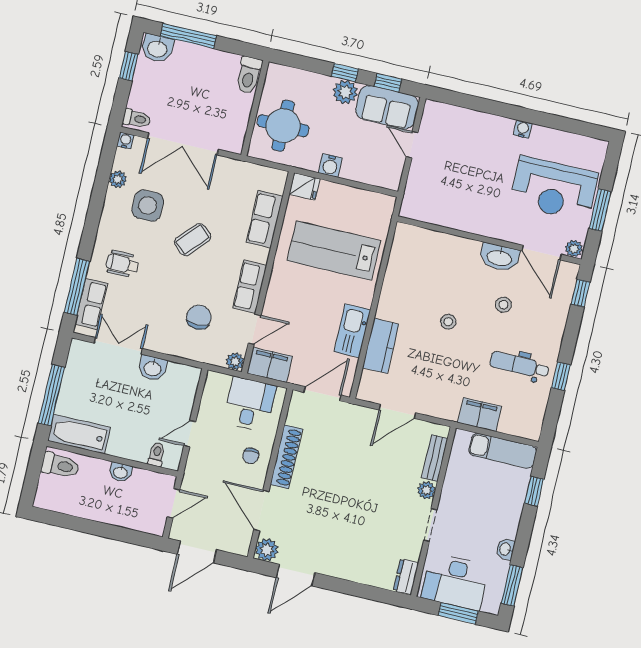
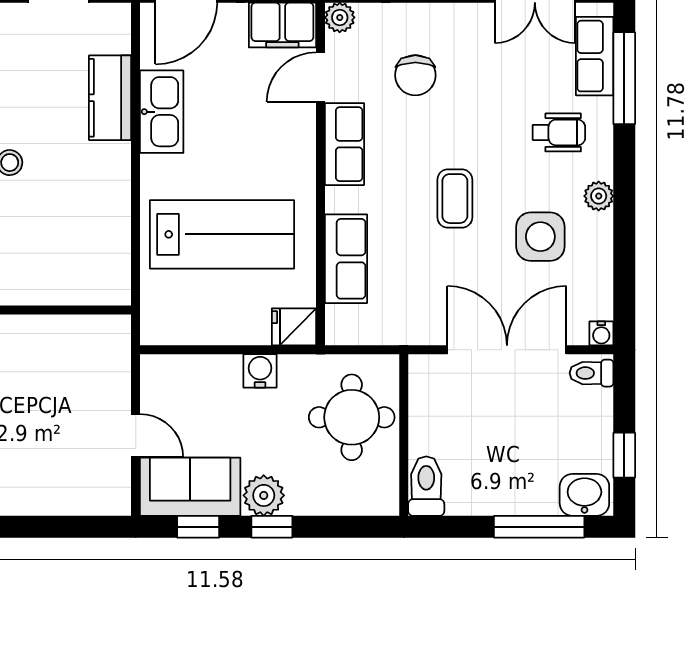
plant: (118, 179) -> (599, 196), moved
coffee table: (193, 240) -> (455, 199), turned -42

